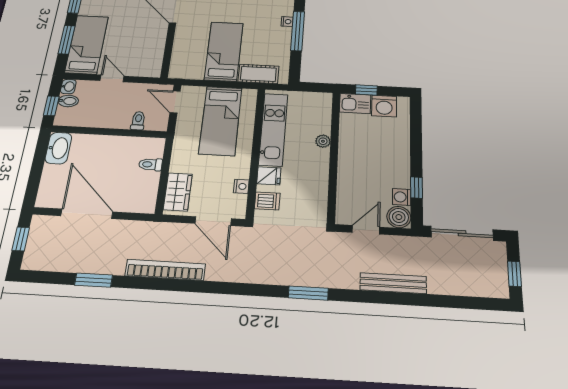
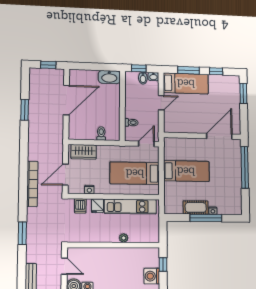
cot: (258, 74) -> (196, 207), moved, turned 90
kitchen sink: (355, 104) -> (152, 257), removed
bookcase: (165, 270) -> (32, 184), moved

